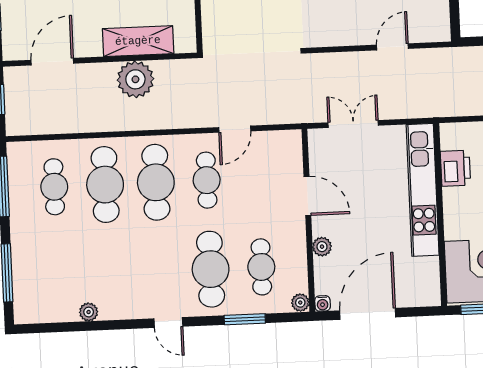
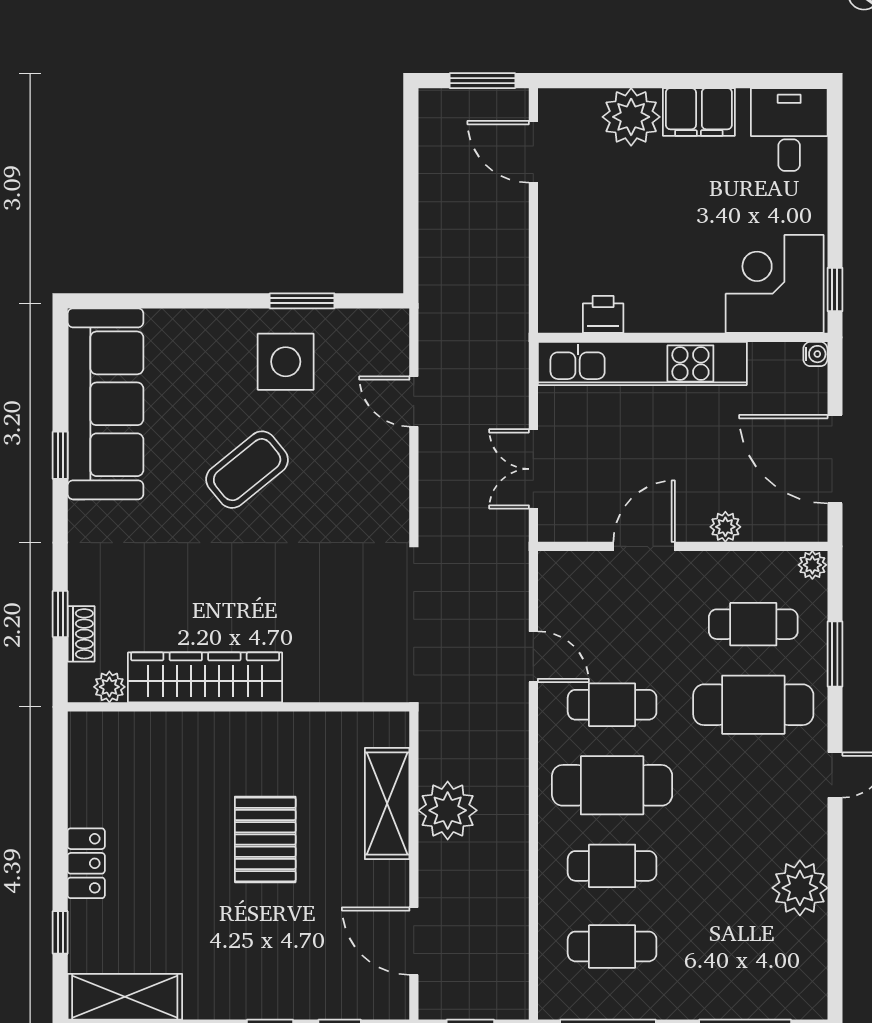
printer: (455, 168) -> (603, 314), width x0.73, depth x0.81
cafe table: (105, 185) -> (612, 866), width x0.73, depth x0.74
water cooler: (323, 303) -> (815, 354), moved
plant: (89, 312) -> (800, 888), width x1.88, depth x1.88

